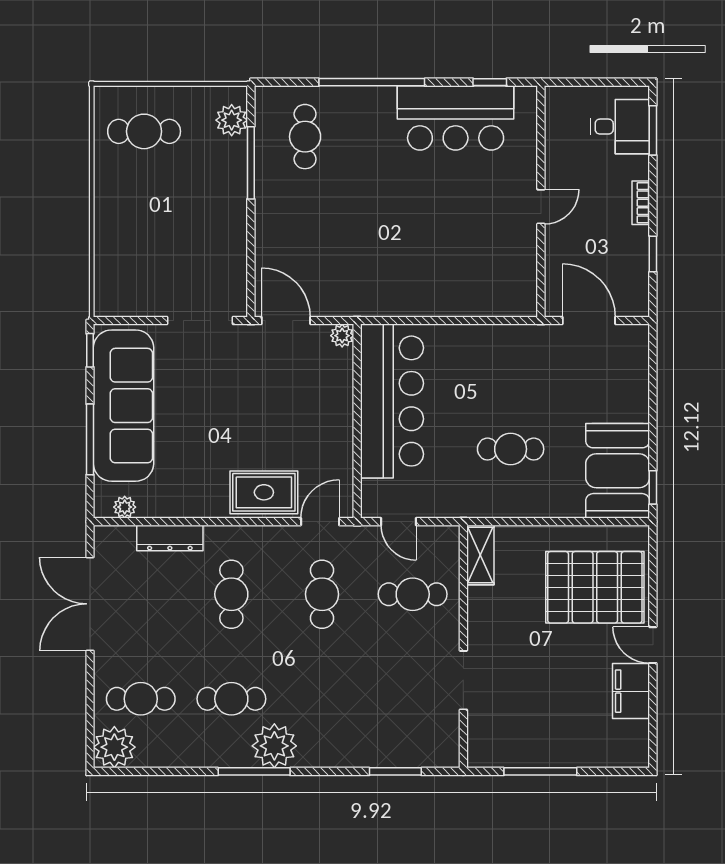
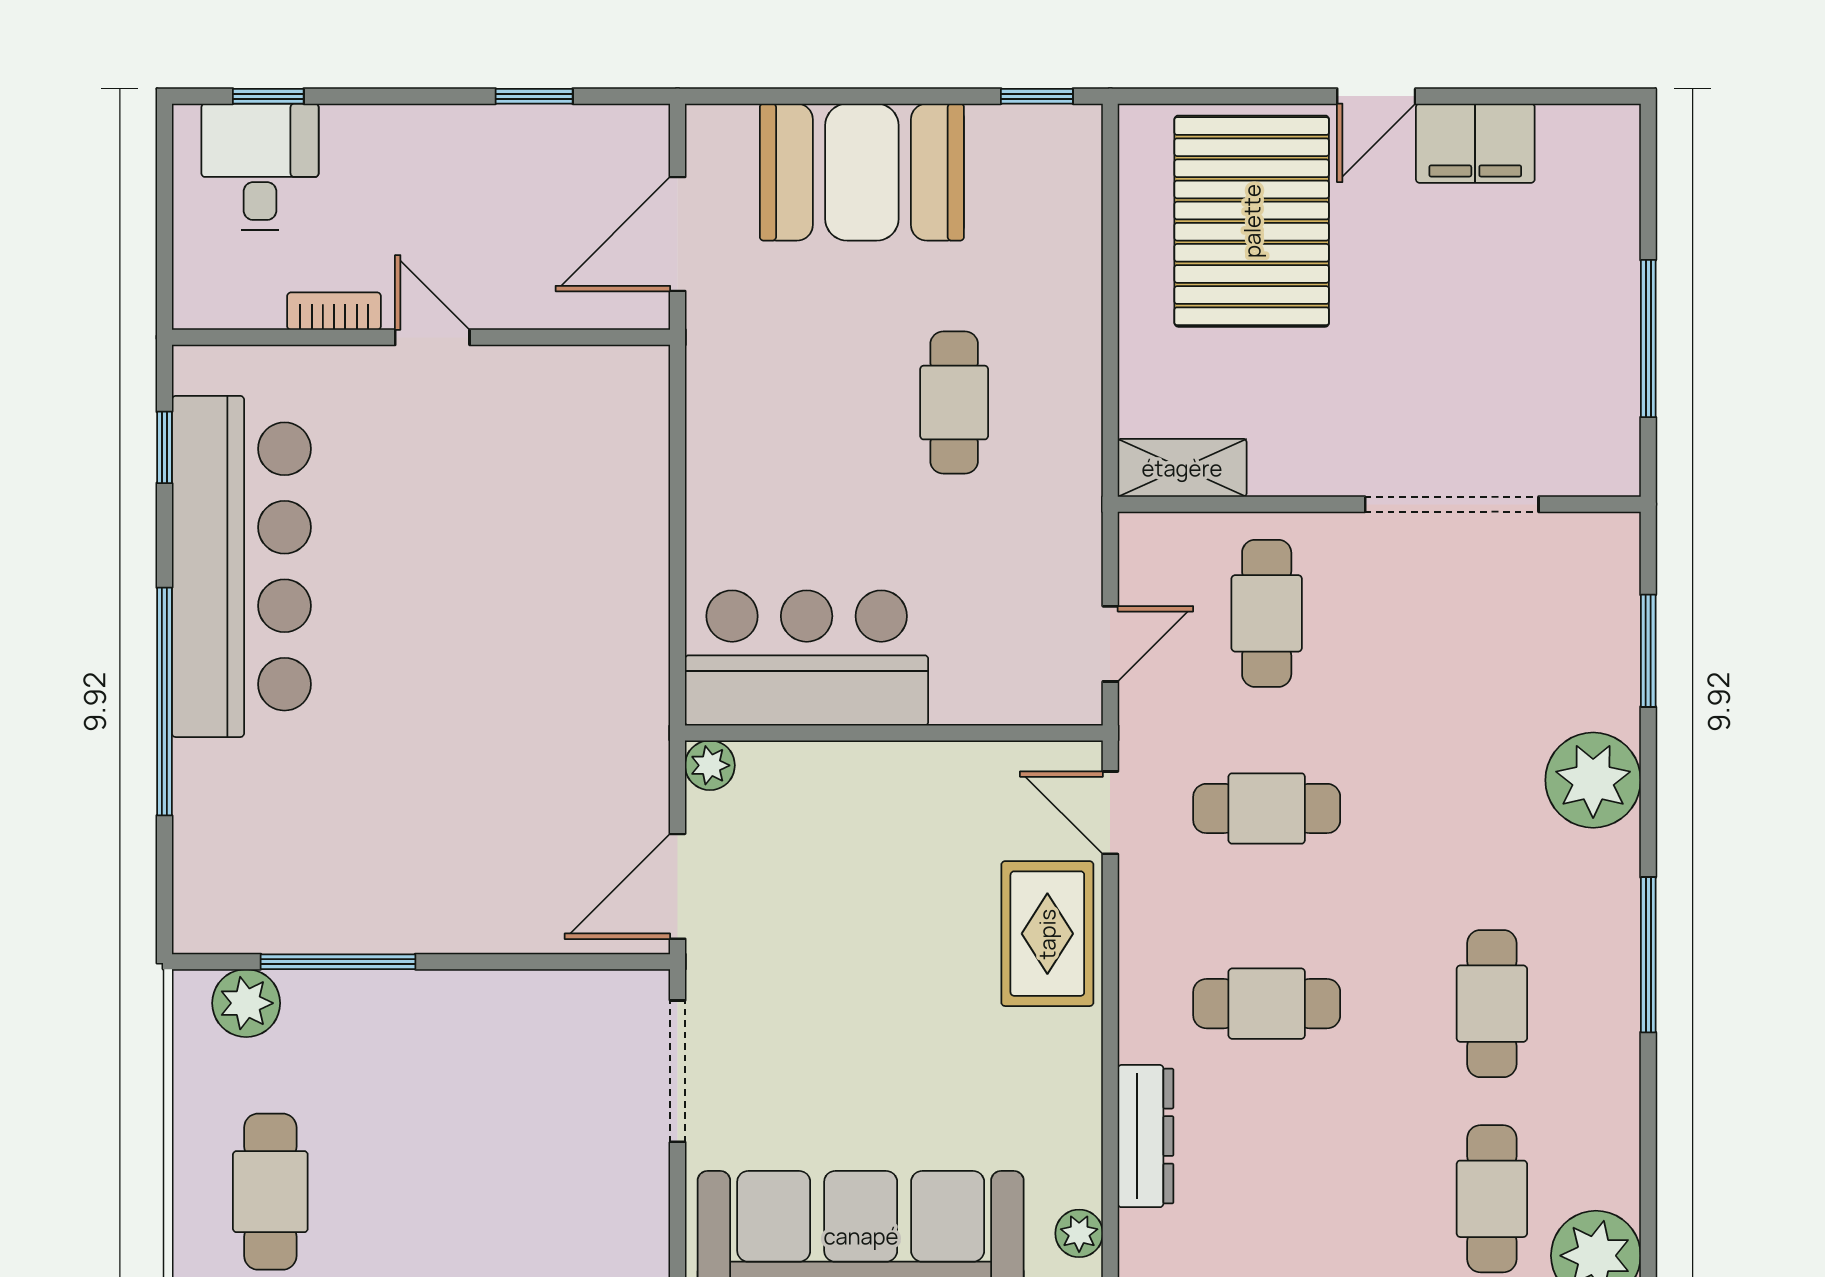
bar counter: (456, 118) -> (241, 566), width x1.36
window: (653, 130) -> (268, 96), width x0.67
cafe table: (305, 137) -> (282, 845), removed
bookcase: (641, 203) -> (334, 311), moved, turned 180
bar counter: (392, 401) -> (807, 658), width x0.73
booth: (618, 471) -> (862, 172), moved
doorway: (463, 680) -> (1452, 504), width x1.36
plant: (274, 746) -> (1593, 780), moved

